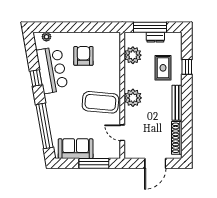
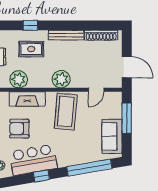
fireplace: (113, 64) -> (27, 99), added
door: (155, 163) -> (127, 67), moved

